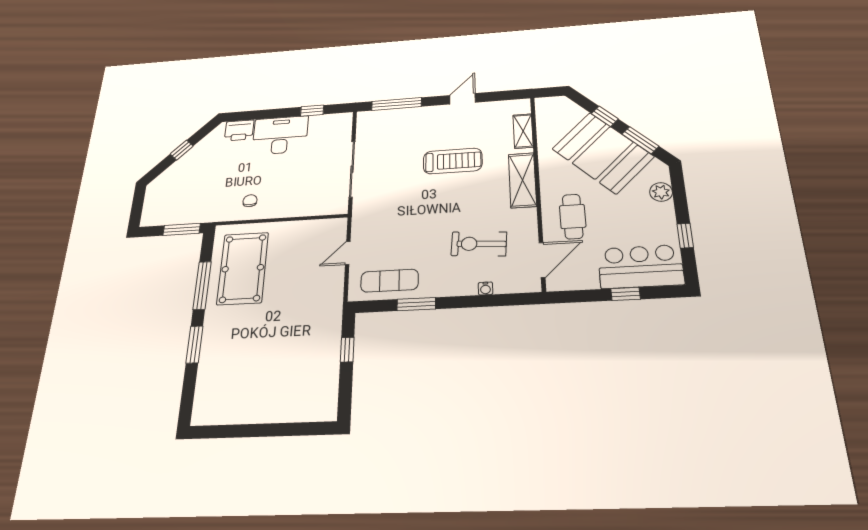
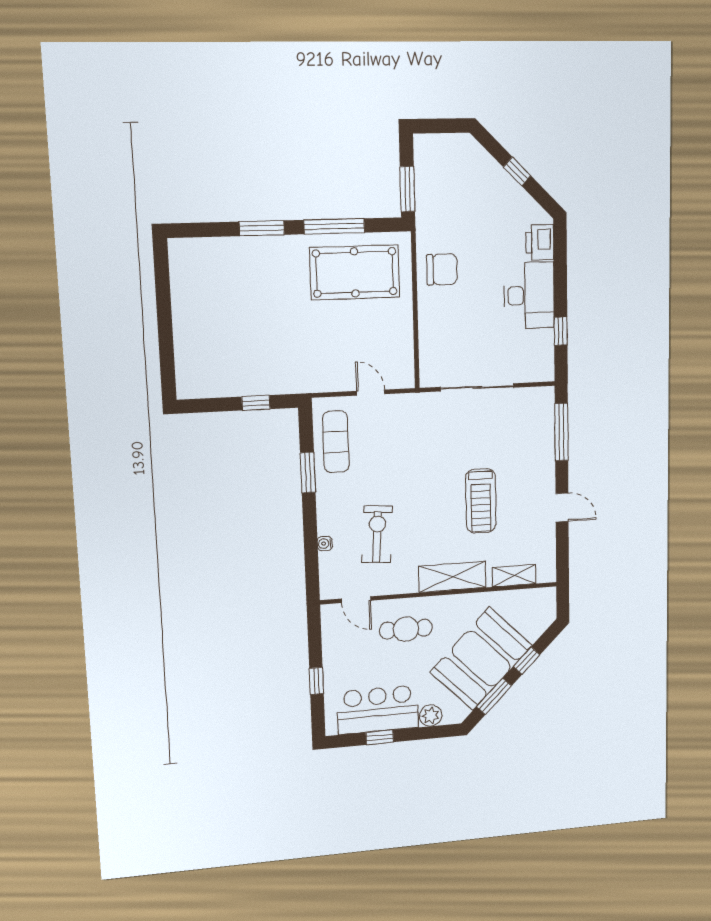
chair: (250, 201) -> (442, 269), width x1.87, depth x1.87
door: (542, 260) -> (356, 600), width x0.73
bar counter: (641, 267) -> (378, 710), moved, turned -90

